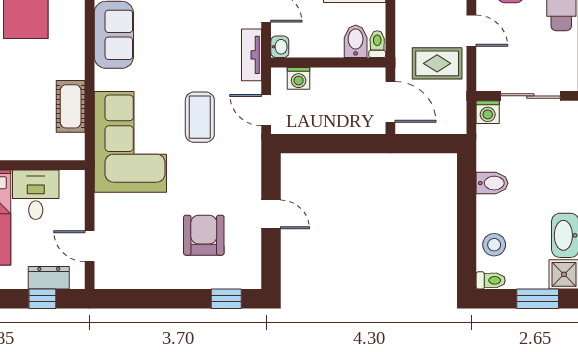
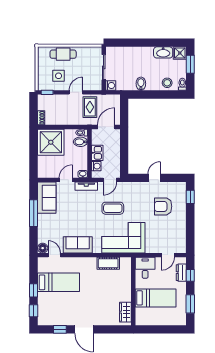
kitchen sink: (330, 80) -> (97, 153), added
desk: (36, 195) -> (145, 268), moved, turned 90

